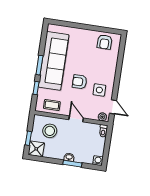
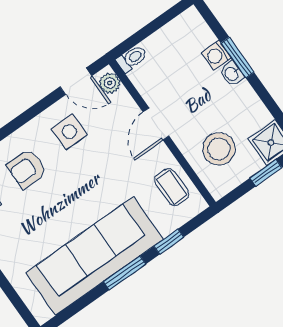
armchair: (80, 82) -> (27, 169), moved, turned 90
door: (113, 107) -> (76, 81), swing flipped
washing machine: (98, 161) -> (216, 55), moved

